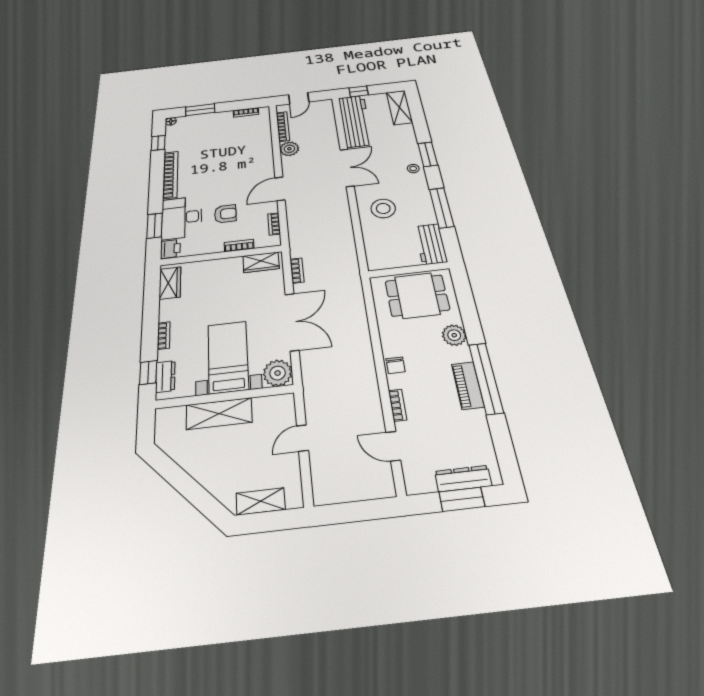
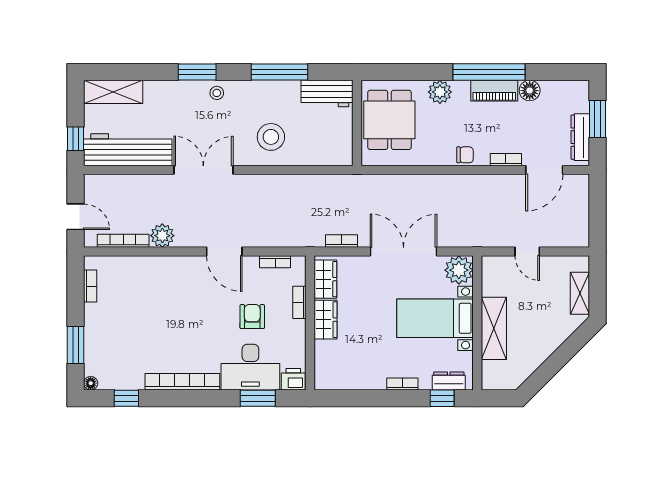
wardrobe: (170, 283) -> (325, 320), moved, turned 90
floor lamp: (476, 421) -> (530, 91), added
door: (393, 446) -> (544, 170), width x1.38
dresser: (463, 479) -> (580, 137), moved

